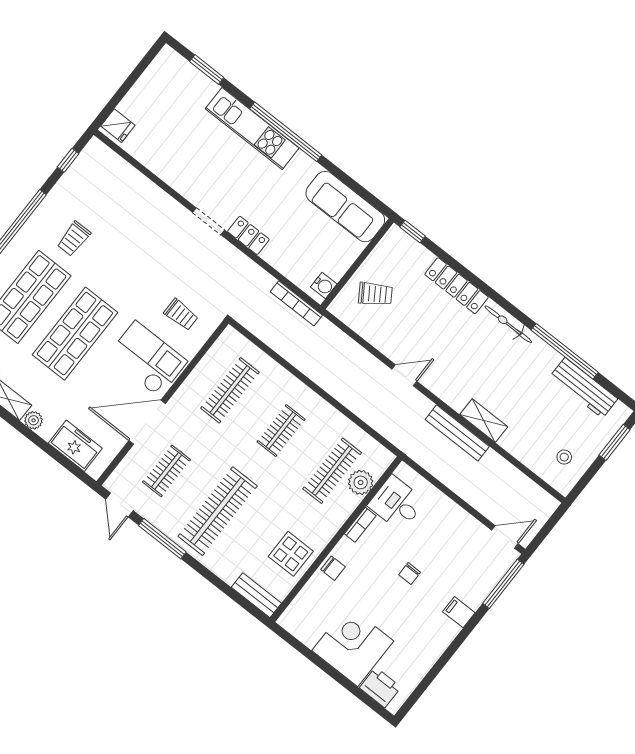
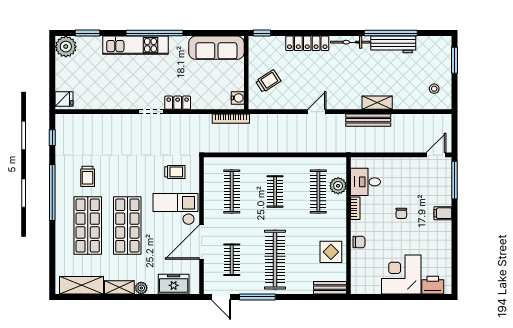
plant: (169, 65) -> (66, 47), added
workbench: (584, 388) -> (393, 44), moved

